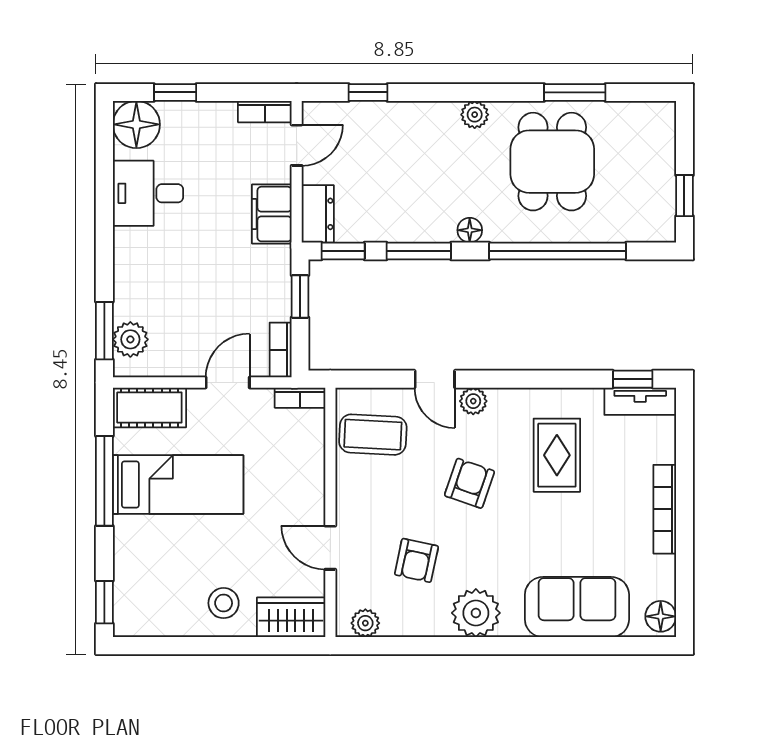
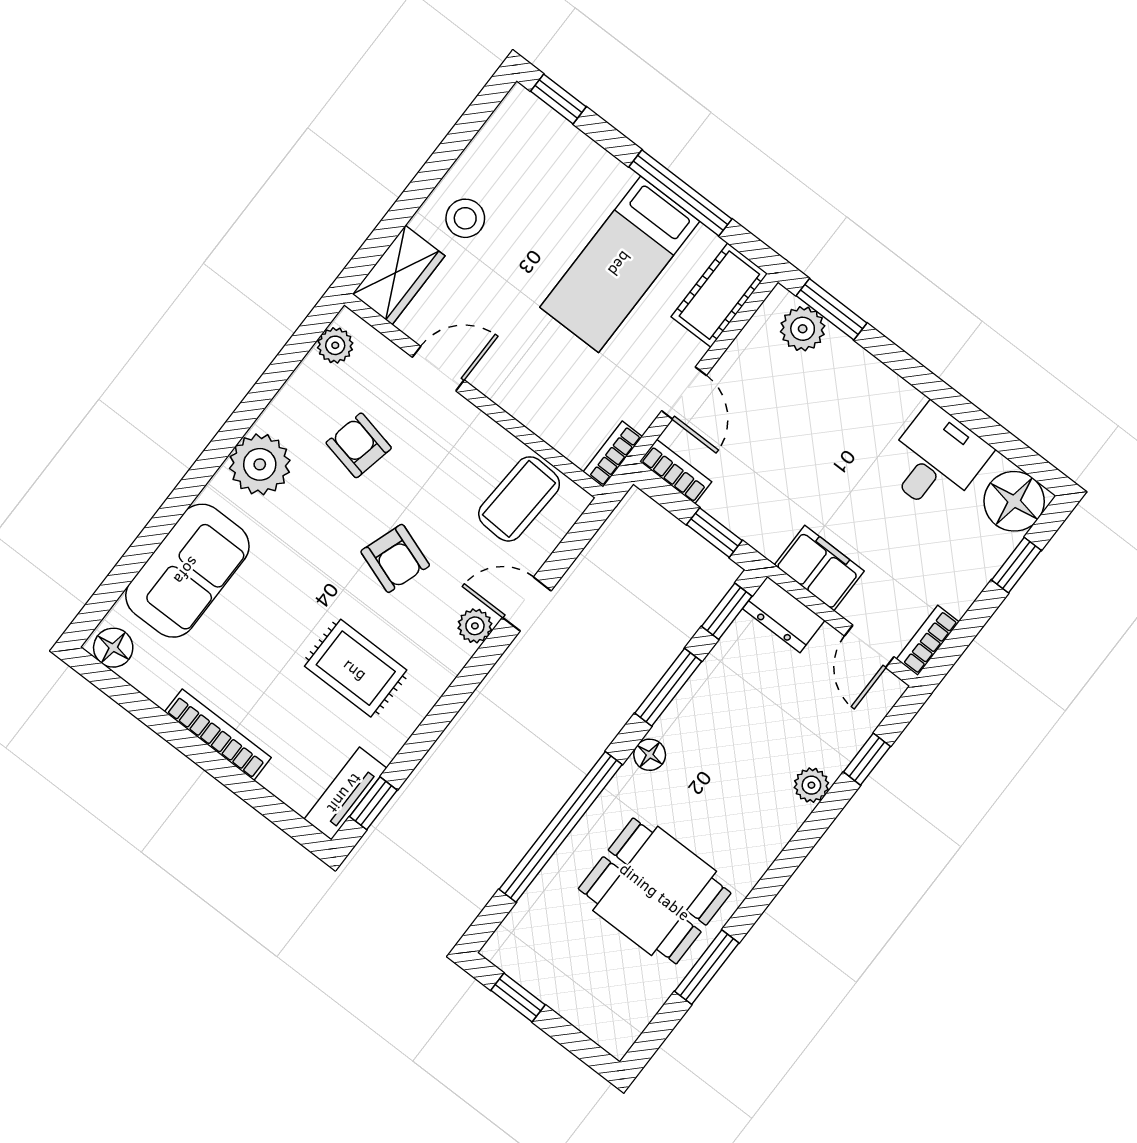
plant: (475, 115) -> (811, 785), moved

